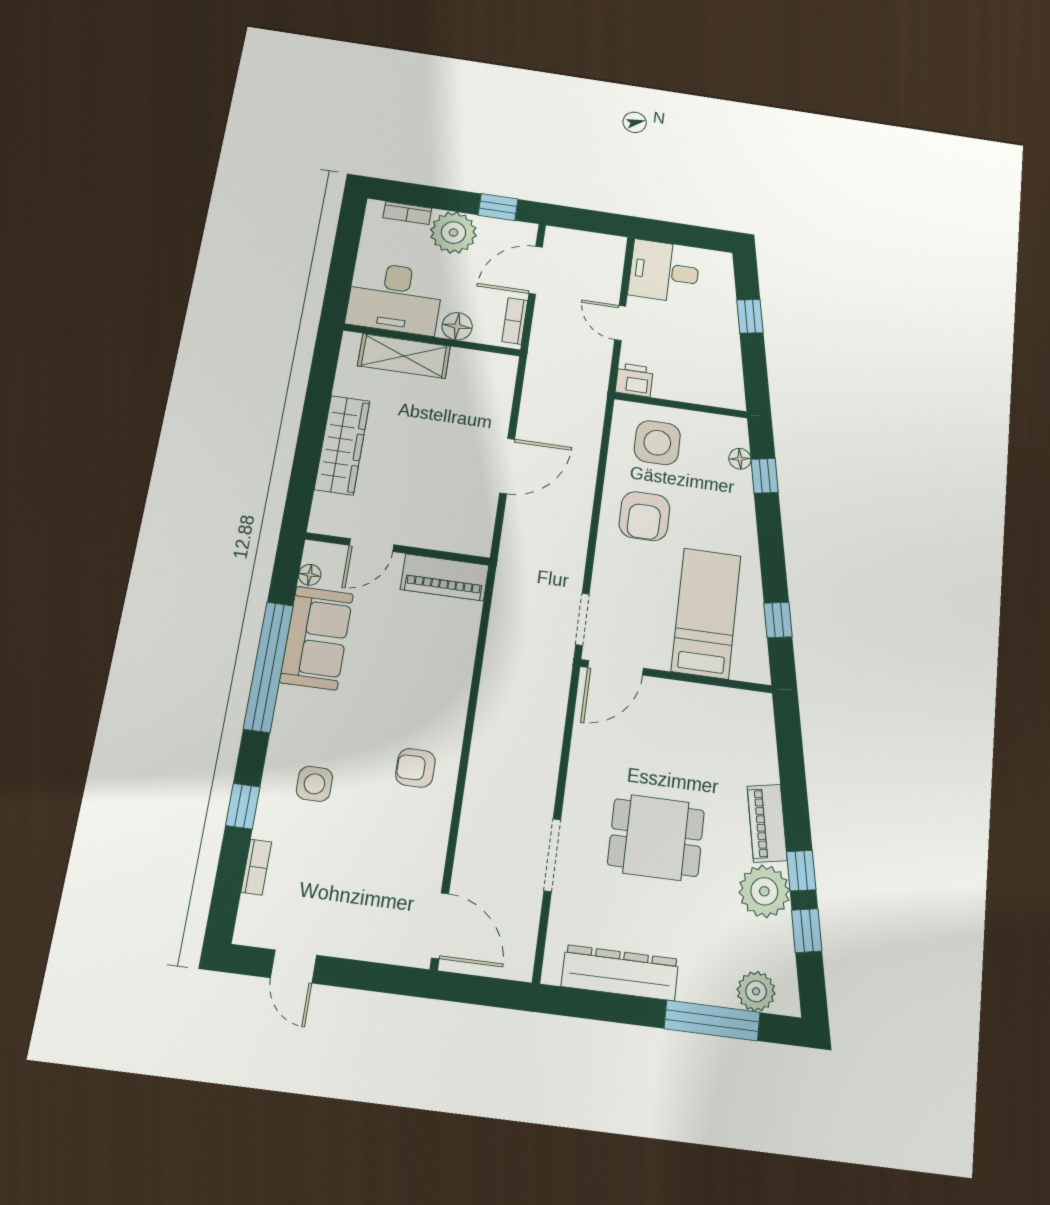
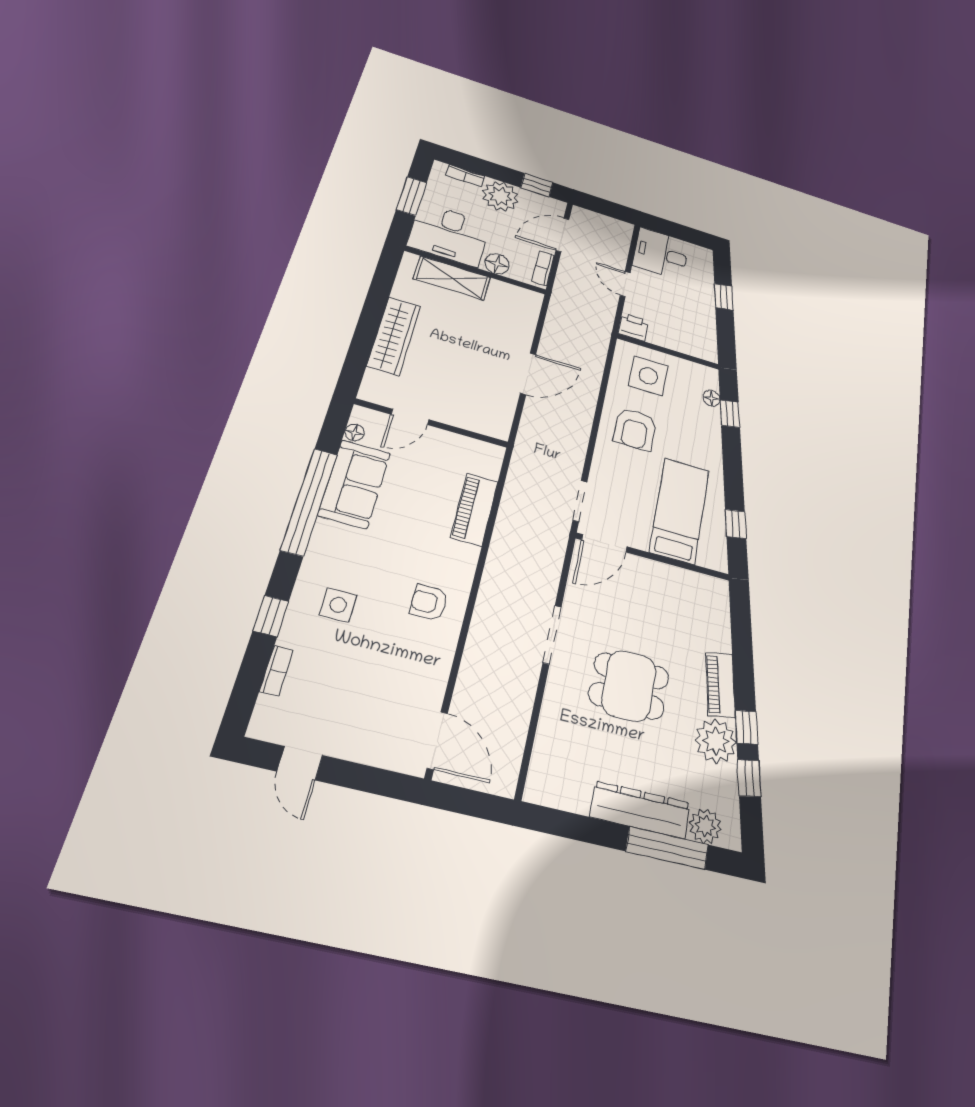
window: (344, 255) -> (411, 196), added
piano: (445, 577) -> (474, 509), moved, turned 90
doorway: (552, 855) -> (552, 635), moved
dresser: (620, 973) -> (640, 810), moved

